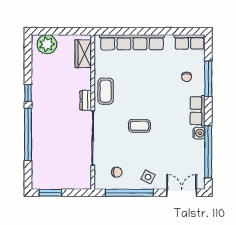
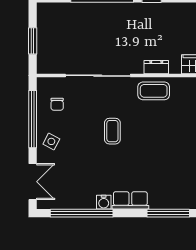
chair: (187, 77) -> (171, 187), removed
dresser: (86, 100) -> (156, 67), moved
window: (50, 193) -> (33, 41), moved

